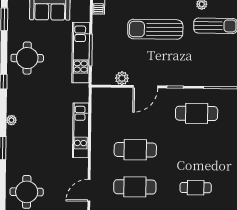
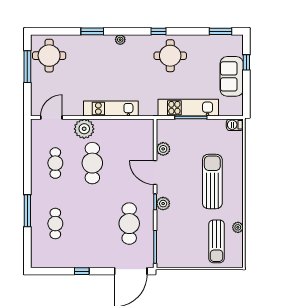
round table: (27, 58) -> (170, 56), moved
plant: (177, 79) -> (163, 204), added
plant: (101, 157) -> (84, 129), added
cafe table: (135, 187) -> (55, 163), width x0.73, depth x0.74
door: (89, 190) -> (51, 117), hinge flipped

